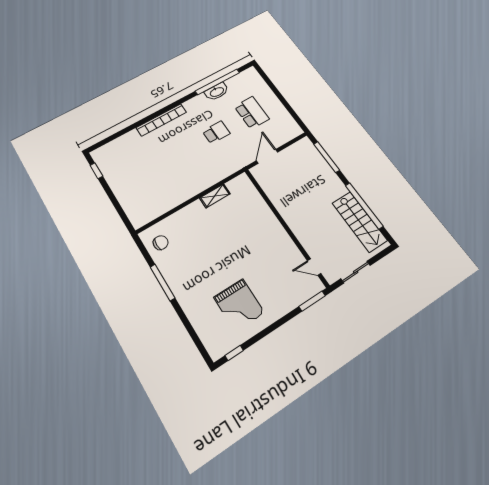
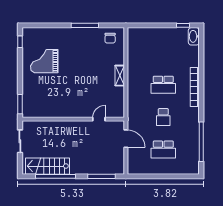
washbasin: (217, 92) -> (194, 36), moved
school desk: (180, 153) -> (163, 85), added
shelving: (215, 196) -> (120, 76), moved
door: (314, 267) -> (99, 119), moved

